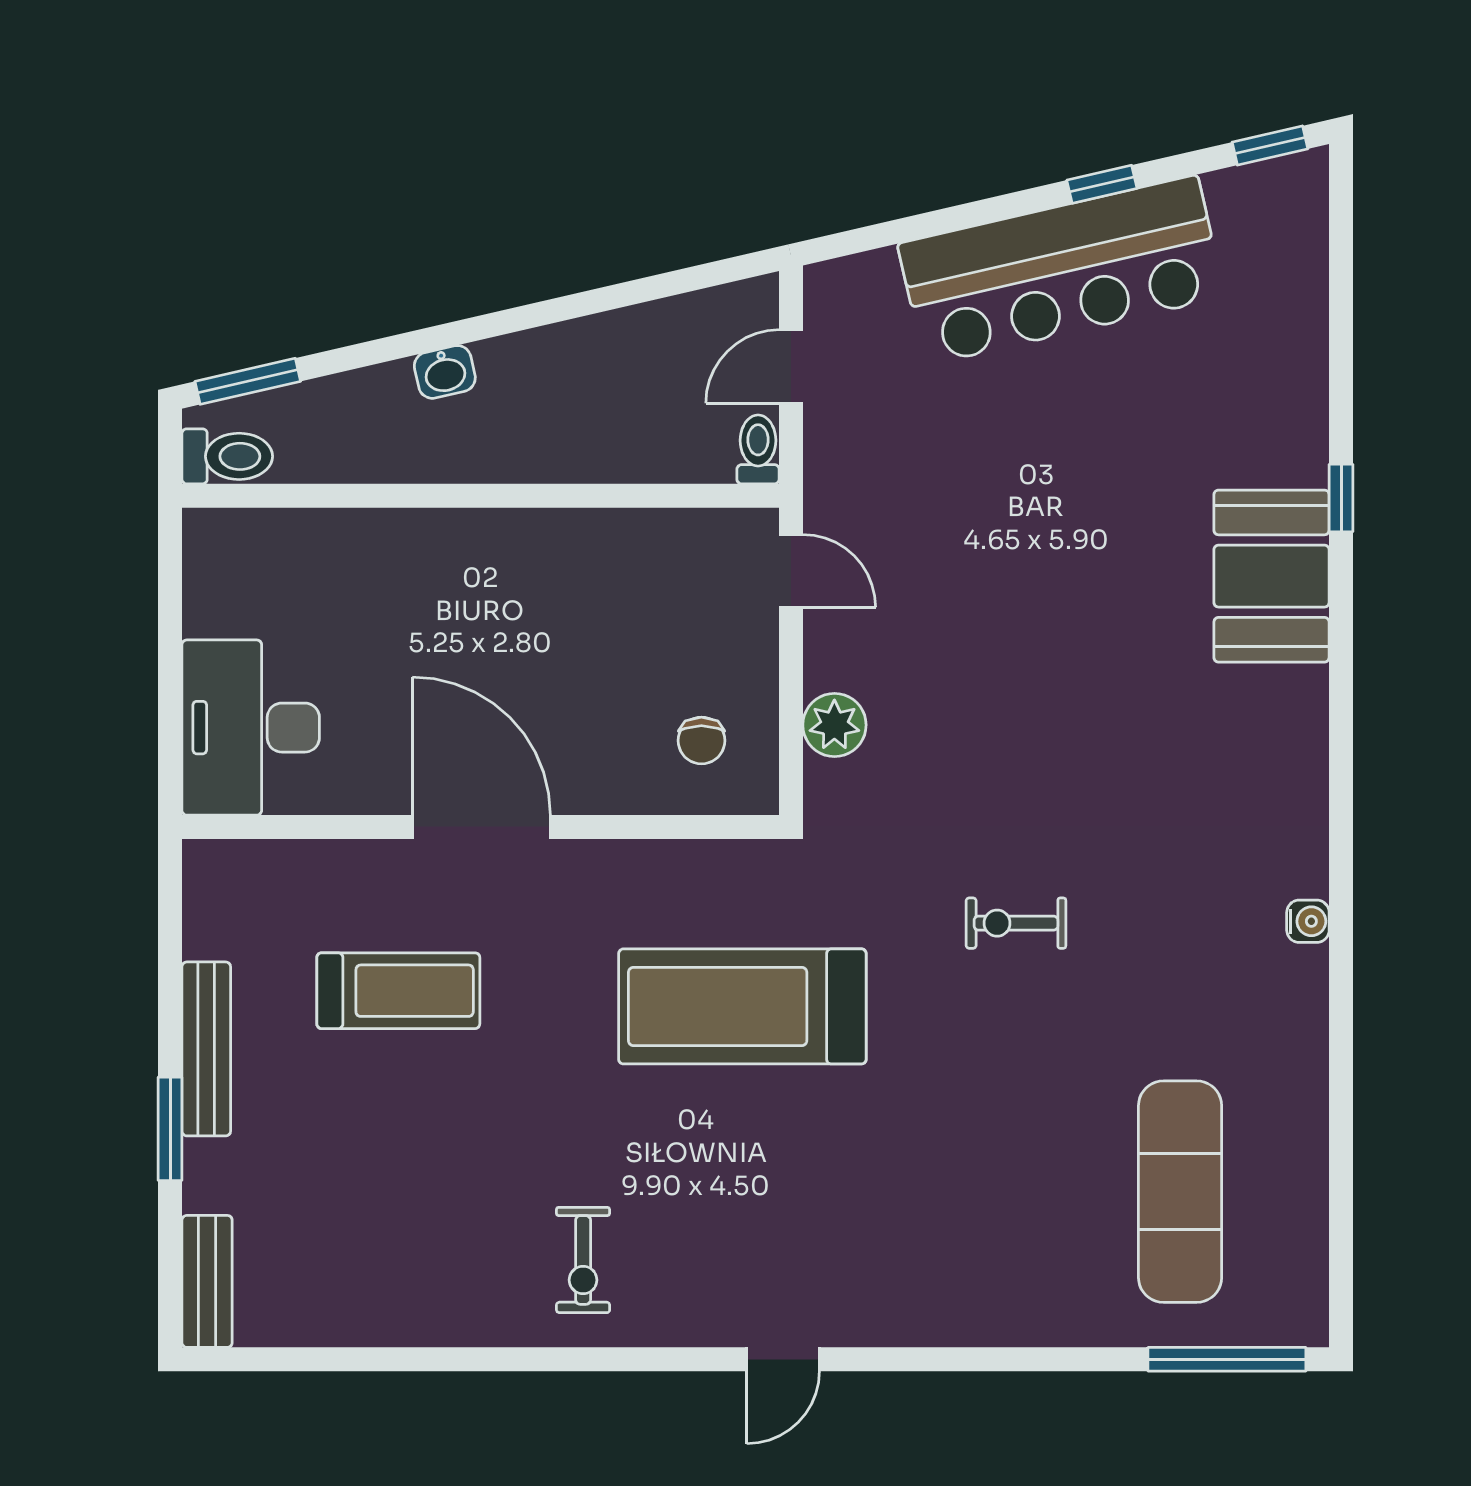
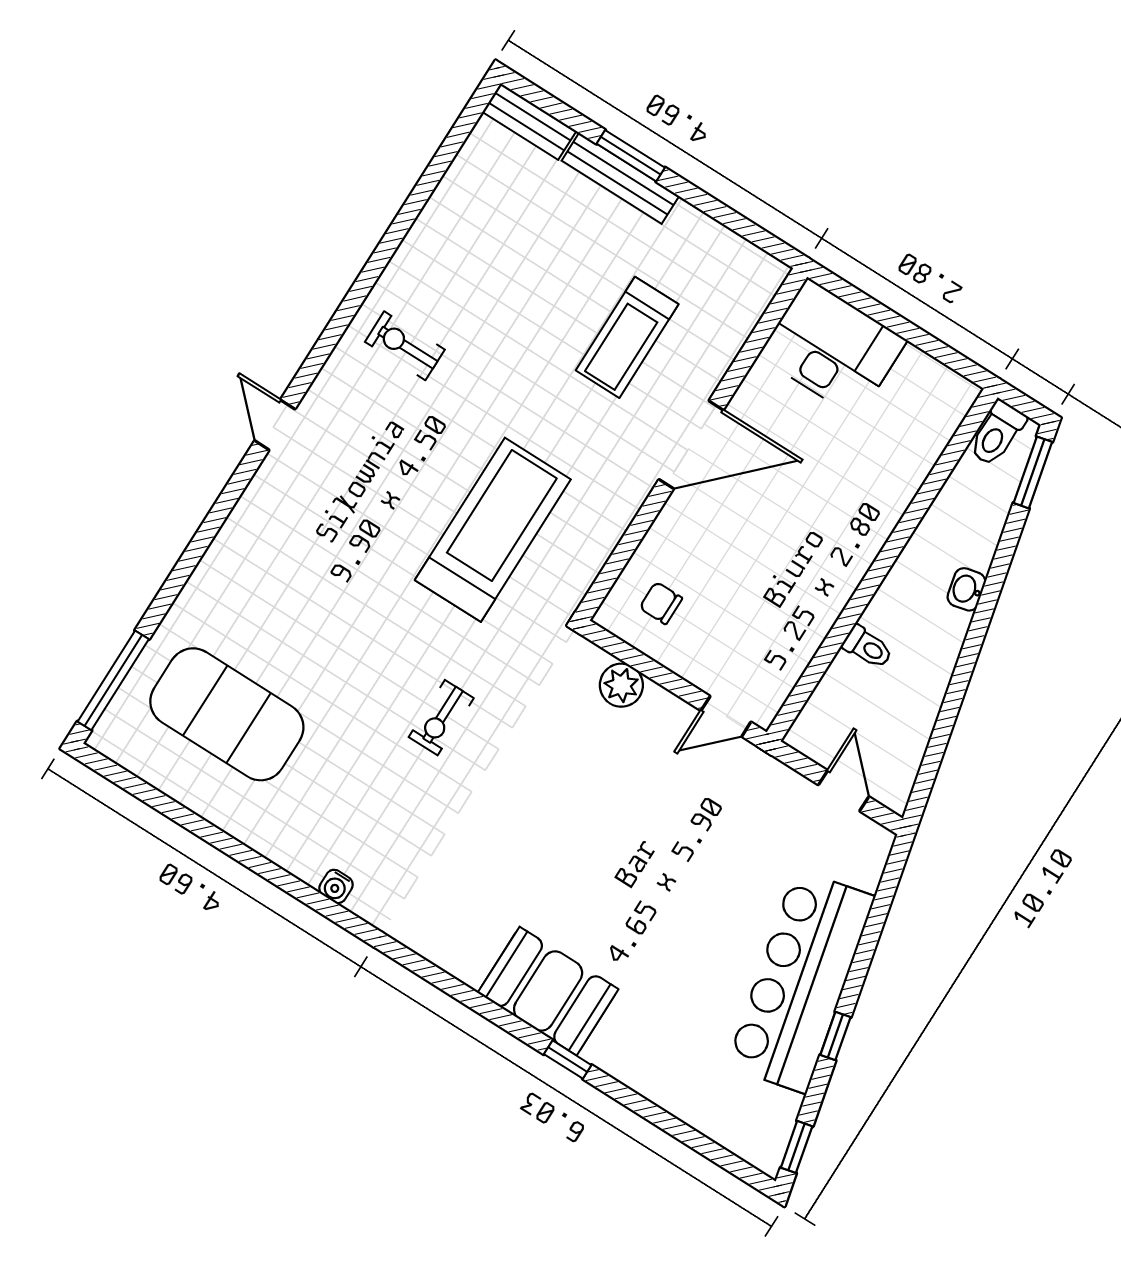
toilet: (758, 449) -> (868, 647), moved
exercise bike: (1016, 923) -> (441, 718), turned 180
bench: (206, 1049) -> (620, 178), moved
exercise mat: (1180, 1192) -> (227, 714), width x1.47

